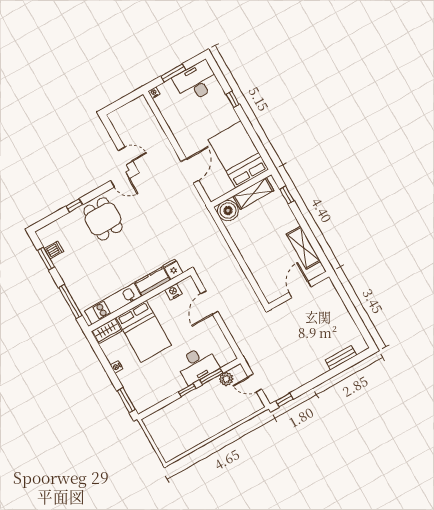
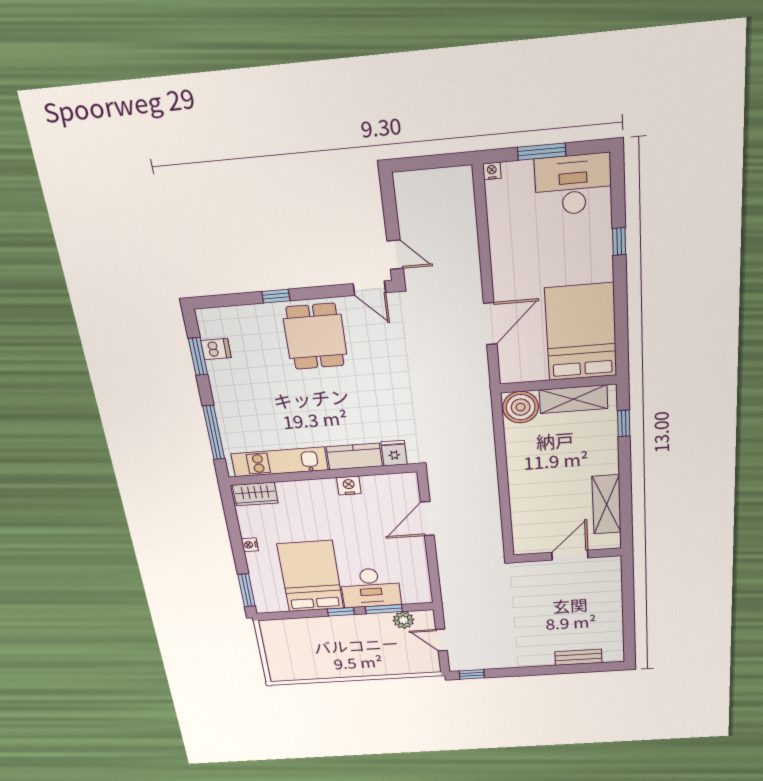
nightstand: (173, 292) -> (349, 486), moved
bed: (144, 331) -> (310, 576), moved, turned 180

